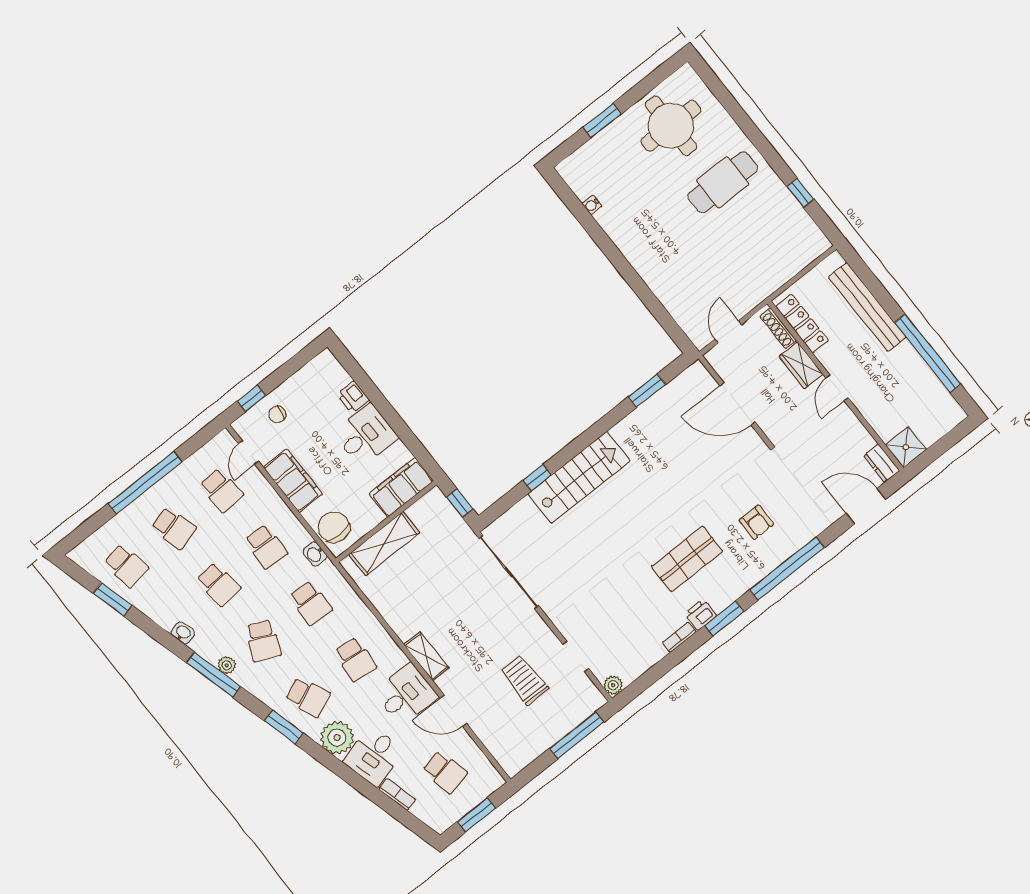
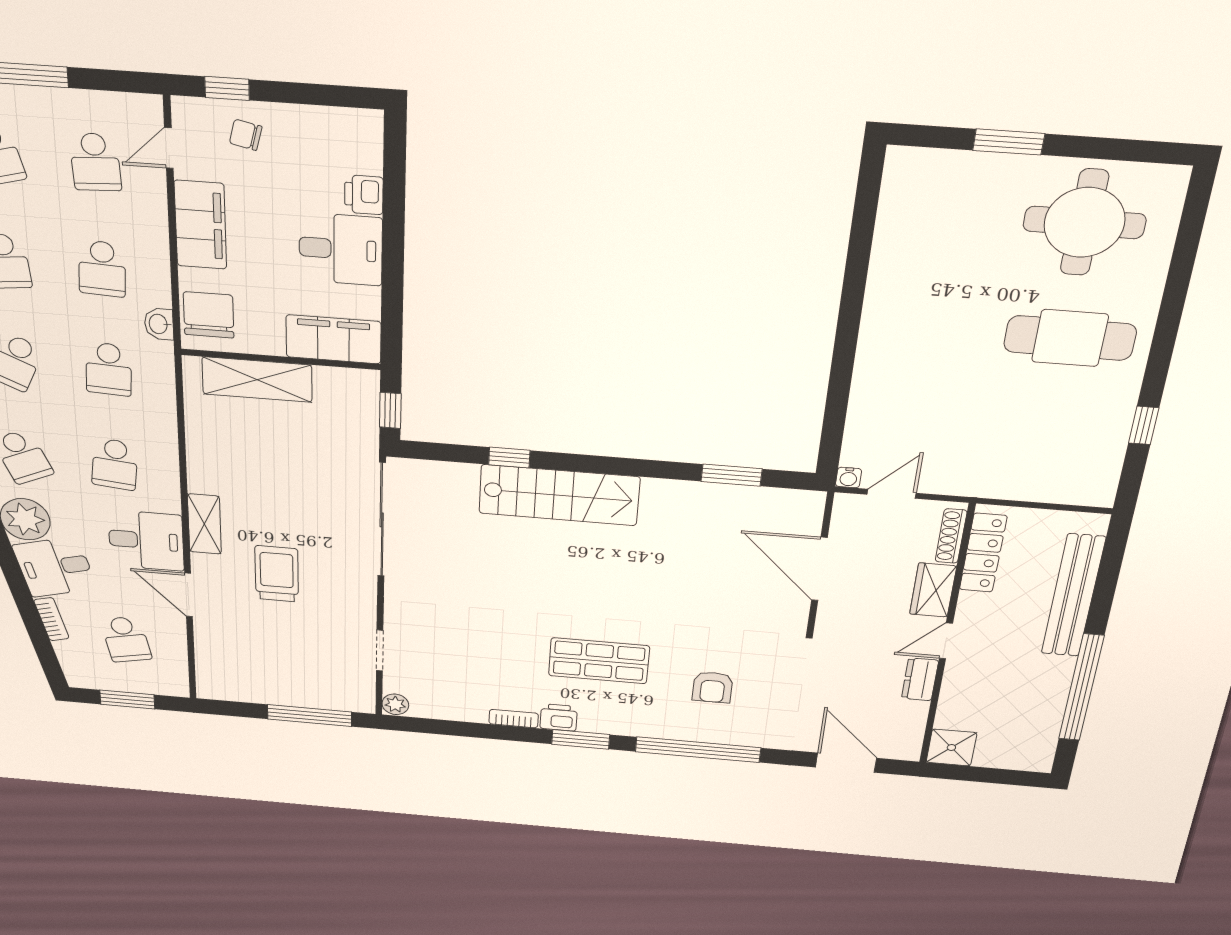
water cooler: (592, 205) -> (849, 478), moved, turned -90
dresser: (882, 463) -> (920, 679), moved
trolley: (525, 680) -> (277, 574), moved

